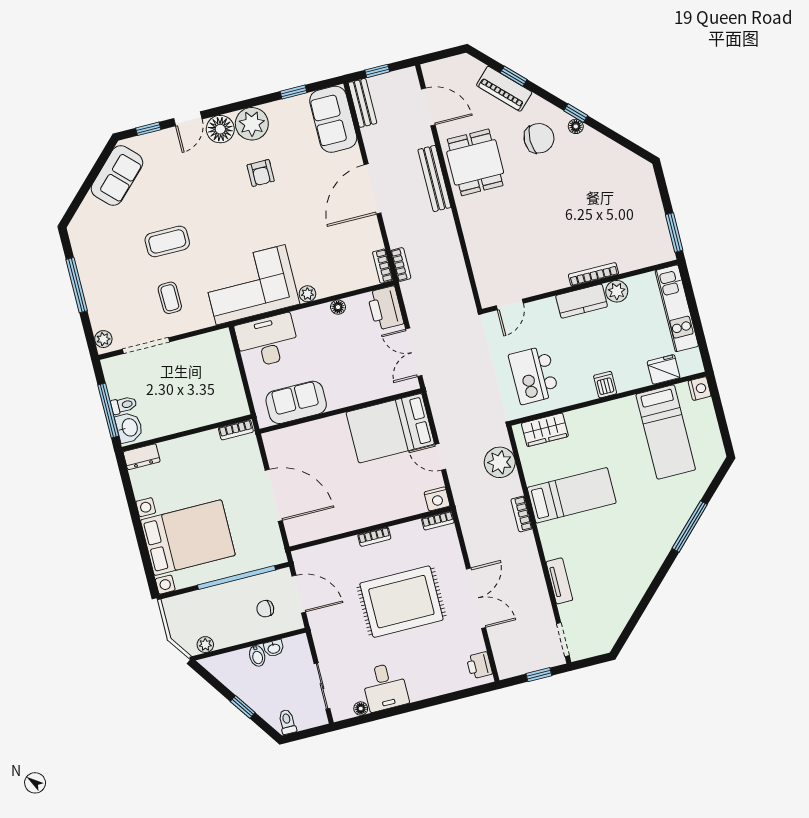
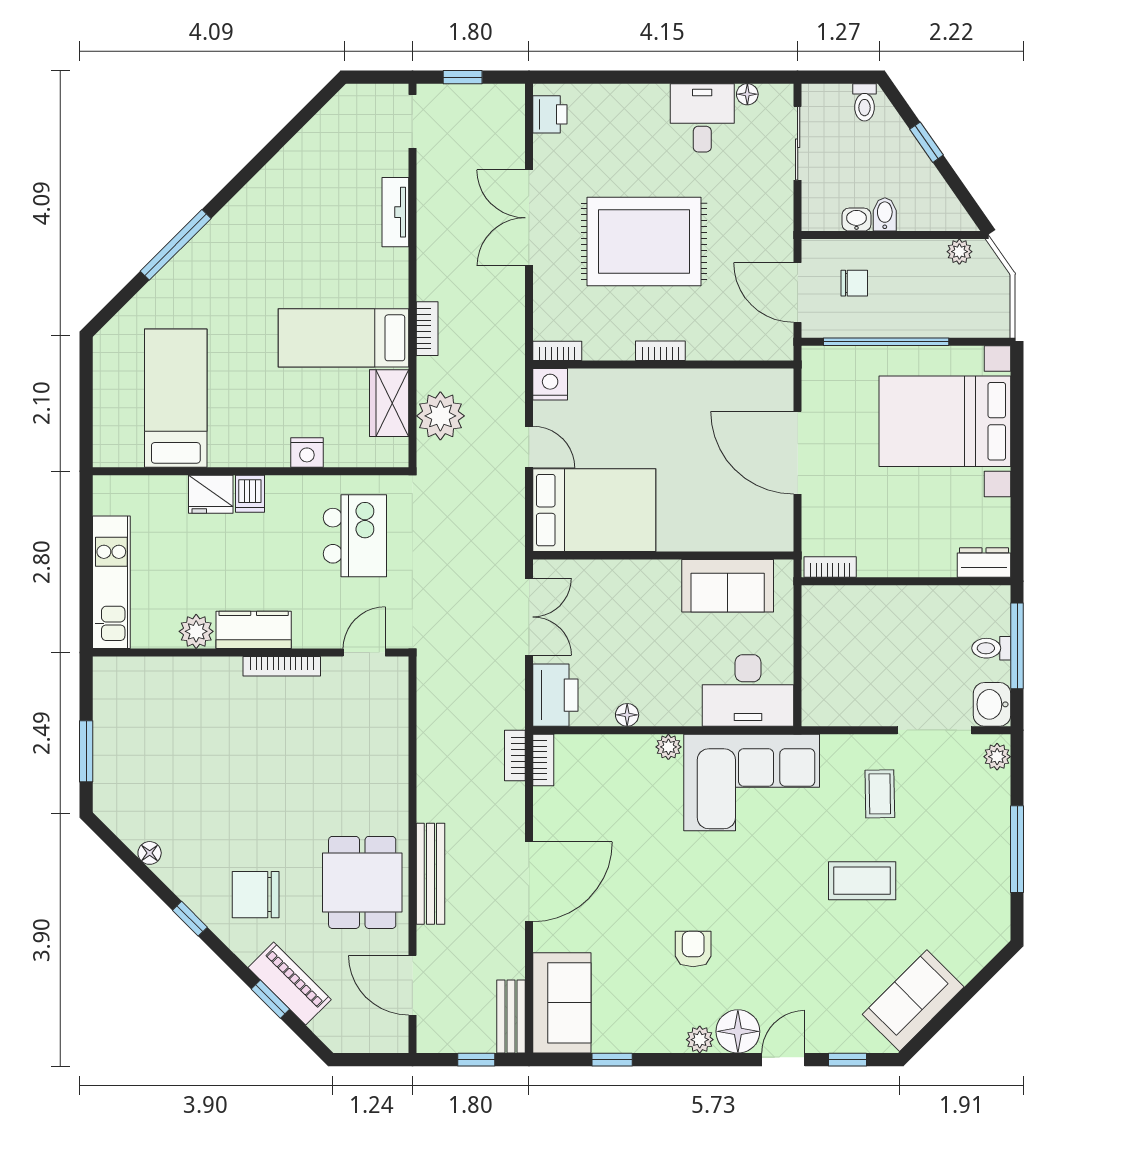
plant: (252, 124) -> (700, 1040), width x0.53, depth x0.53
floor lamp: (576, 126) -> (150, 853), moved
window: (674, 232) -> (86, 751), moved
bookcase: (593, 274) -> (282, 666), moved
fridge: (664, 369) -> (211, 494), moved
nightstand: (700, 389) -> (307, 453), moved, turned -90
washbasin: (129, 428) -> (992, 704), moved
wardrobe: (545, 430) -> (389, 403), moved, turned -90

